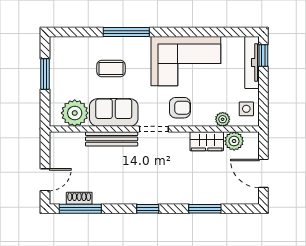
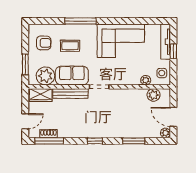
window: (263, 56) -> (173, 51), moved
window: (45, 74) -> (25, 64), moved
armchair: (180, 108) -> (44, 43), moved
wardrobe: (207, 141) -> (41, 95), moved
plant: (252, 197) -> (165, 133), added

